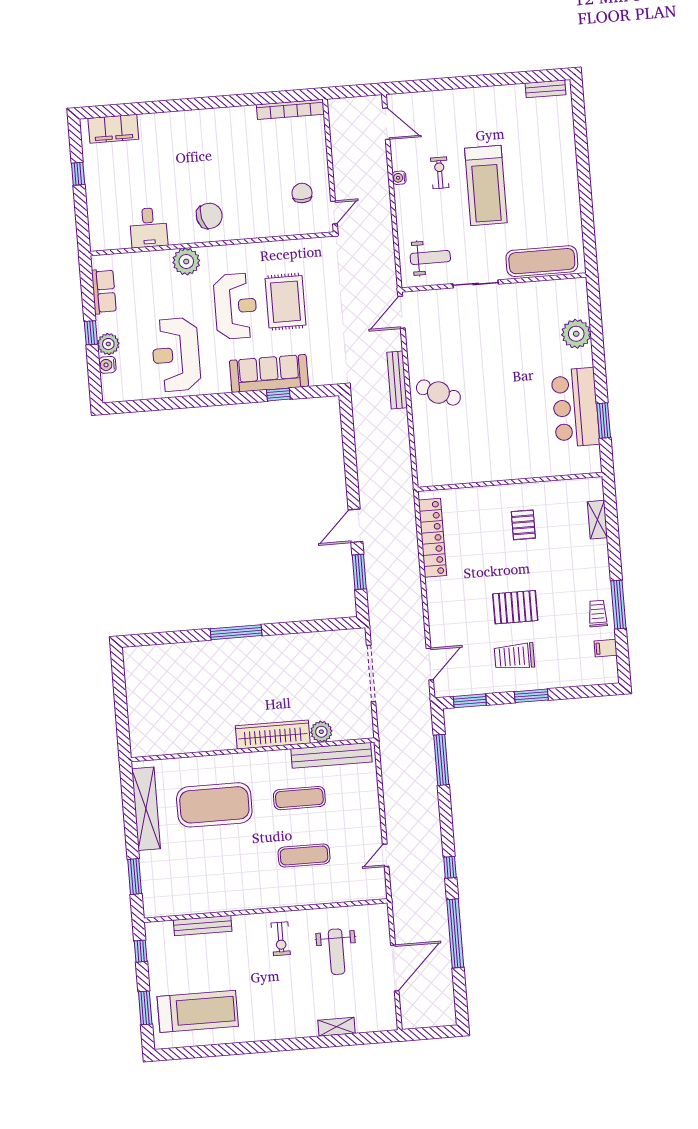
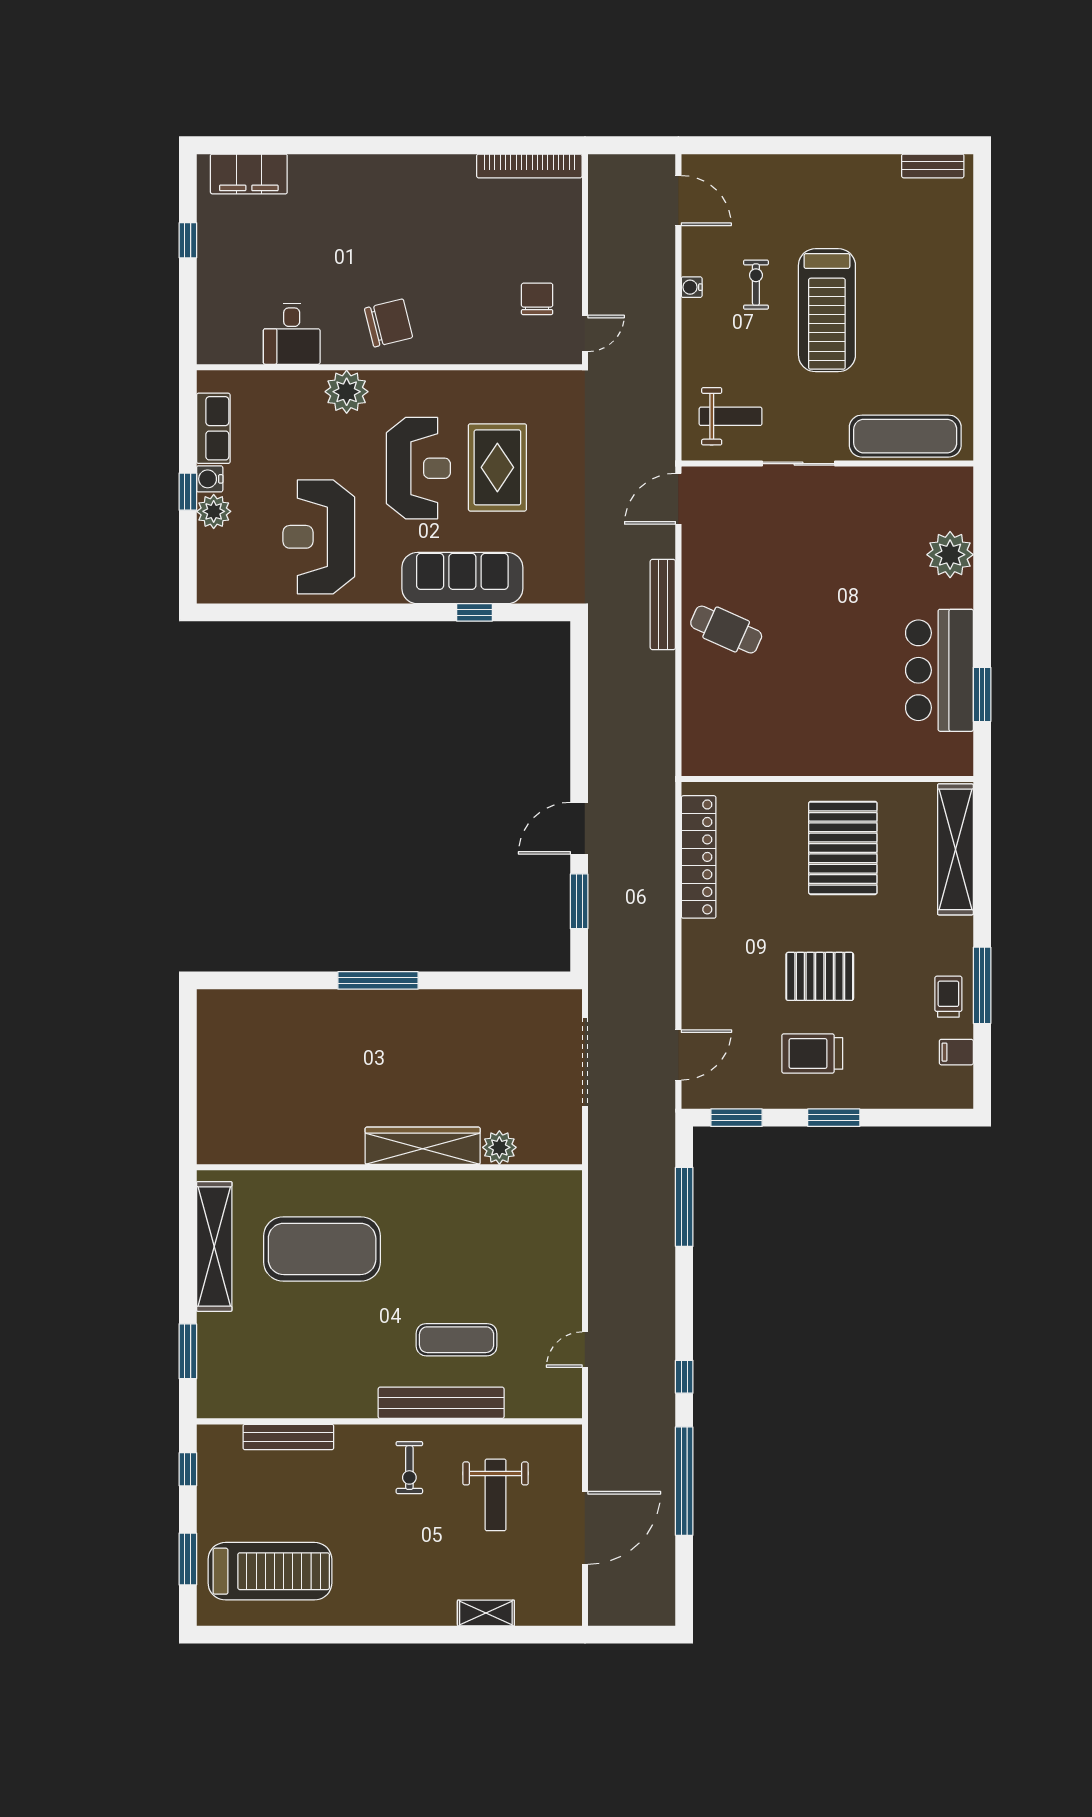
water cooler: (107, 365) -> (210, 479), moved
shelving: (597, 520) -> (955, 849), width x2.20, depth x1.33
pallet: (523, 525) -> (843, 848), width x2.05, depth x2.00
bench: (331, 755) -> (441, 1403), moved
exercise mat: (299, 798) -> (457, 1249), removed

